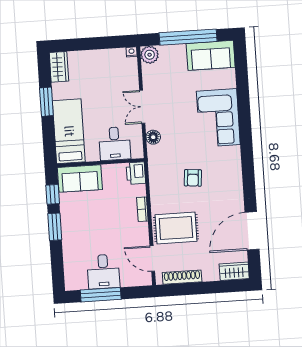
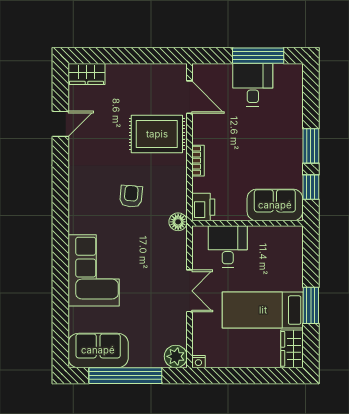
bed: (69, 131) -> (263, 310), moved, turned 90
floor lamp: (153, 137) -> (178, 222), moved
door: (252, 231) -> (60, 124), width x0.53
shoe rack: (182, 277) -> (153, 71), removed

